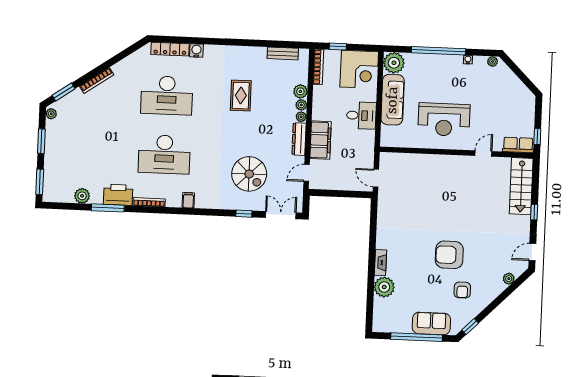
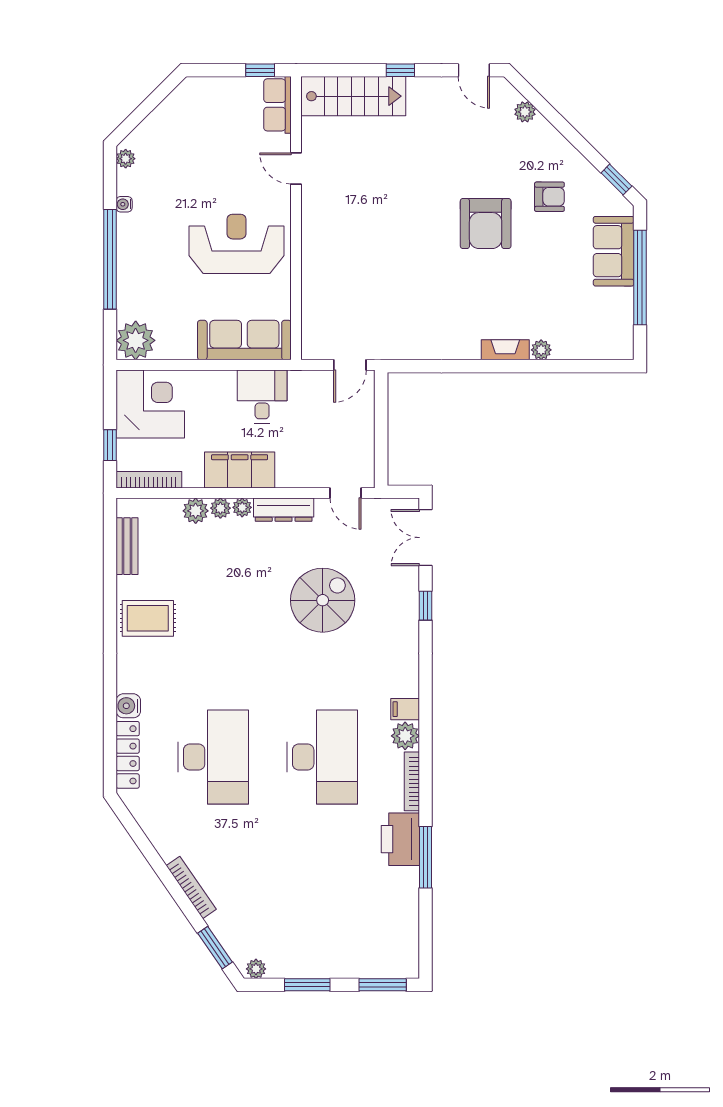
rug: (241, 96) -> (148, 618), moved
sofa: (393, 100) -> (244, 340), moved
desk: (361, 115) -> (262, 397), moved
reception desk: (444, 120) -> (236, 244), turned -90
filing cabinet: (321, 140) -> (240, 470), moved
spiral stairs: (249, 174) -> (323, 600), moved
plant: (82, 196) -> (405, 736), moved
plant: (384, 287) -> (541, 350), width x0.53, depth x0.53

